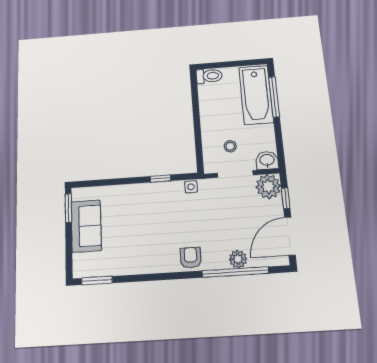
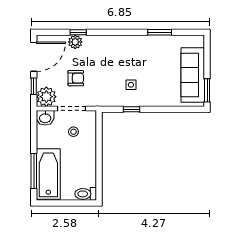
side table: (191, 187) -> (131, 85), moved
sofa: (86, 226) -> (193, 75), width x1.36
armchair: (191, 258) -> (76, 78), moved, turned -90
window: (235, 272) -> (78, 32), width x0.32
window: (97, 281) -> (160, 32), moved

